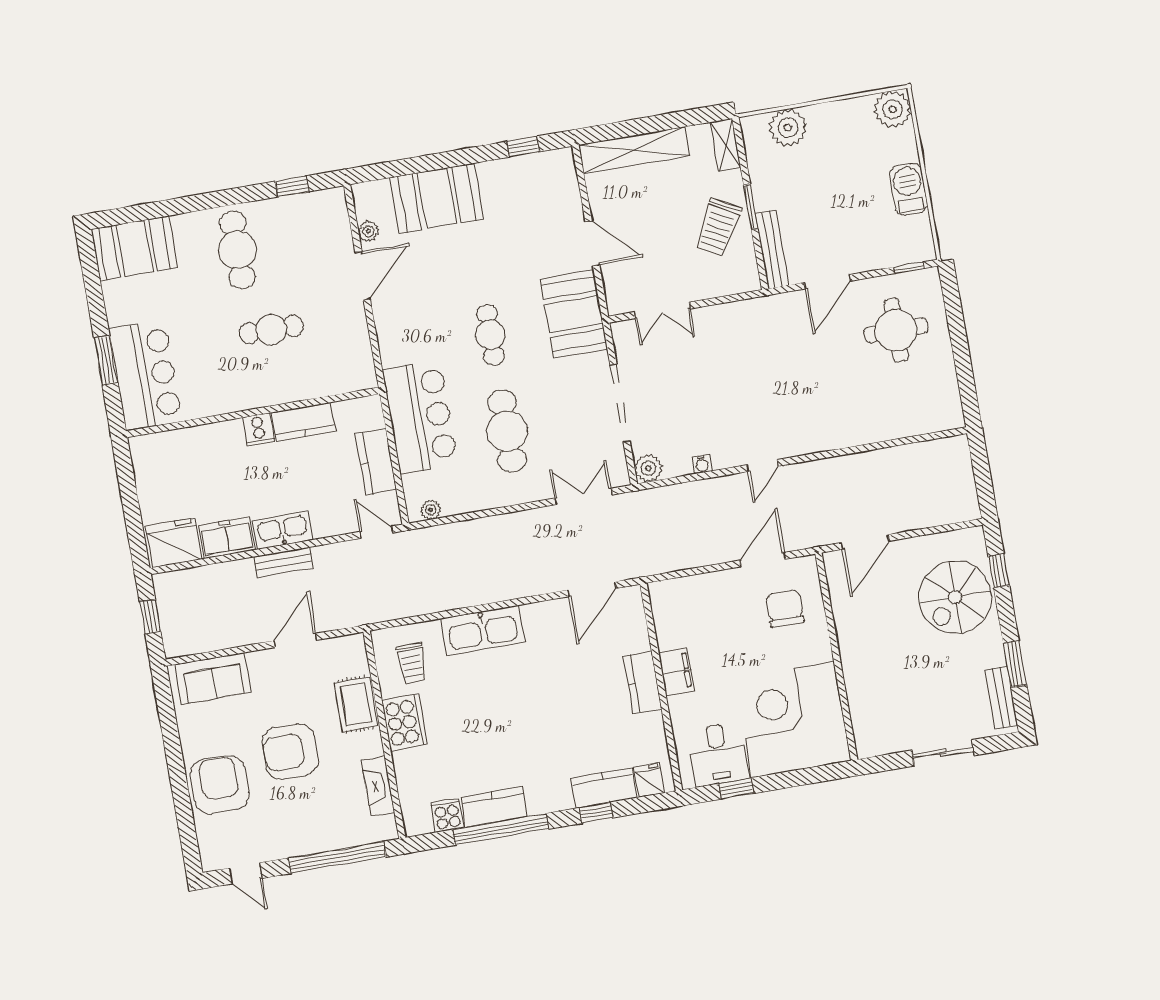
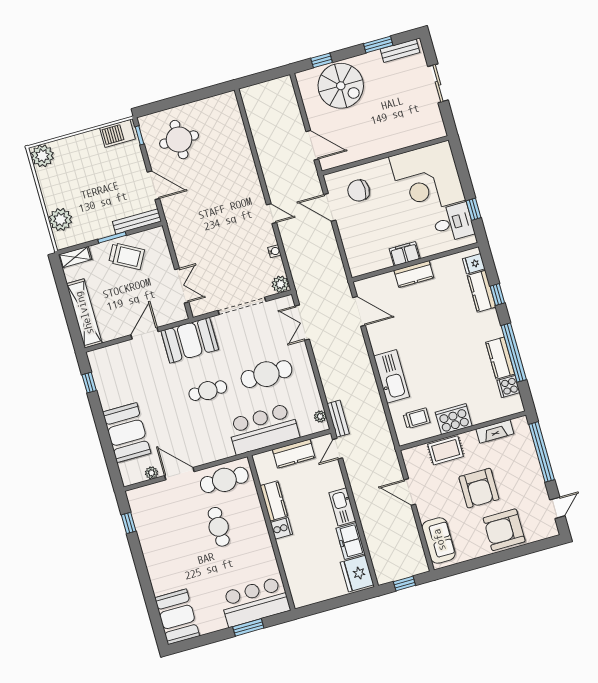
barbecue: (908, 189) -> (118, 133), moved
cafe table: (237, 250) -> (224, 480), moved
bench: (283, 562) -> (338, 419), moved

